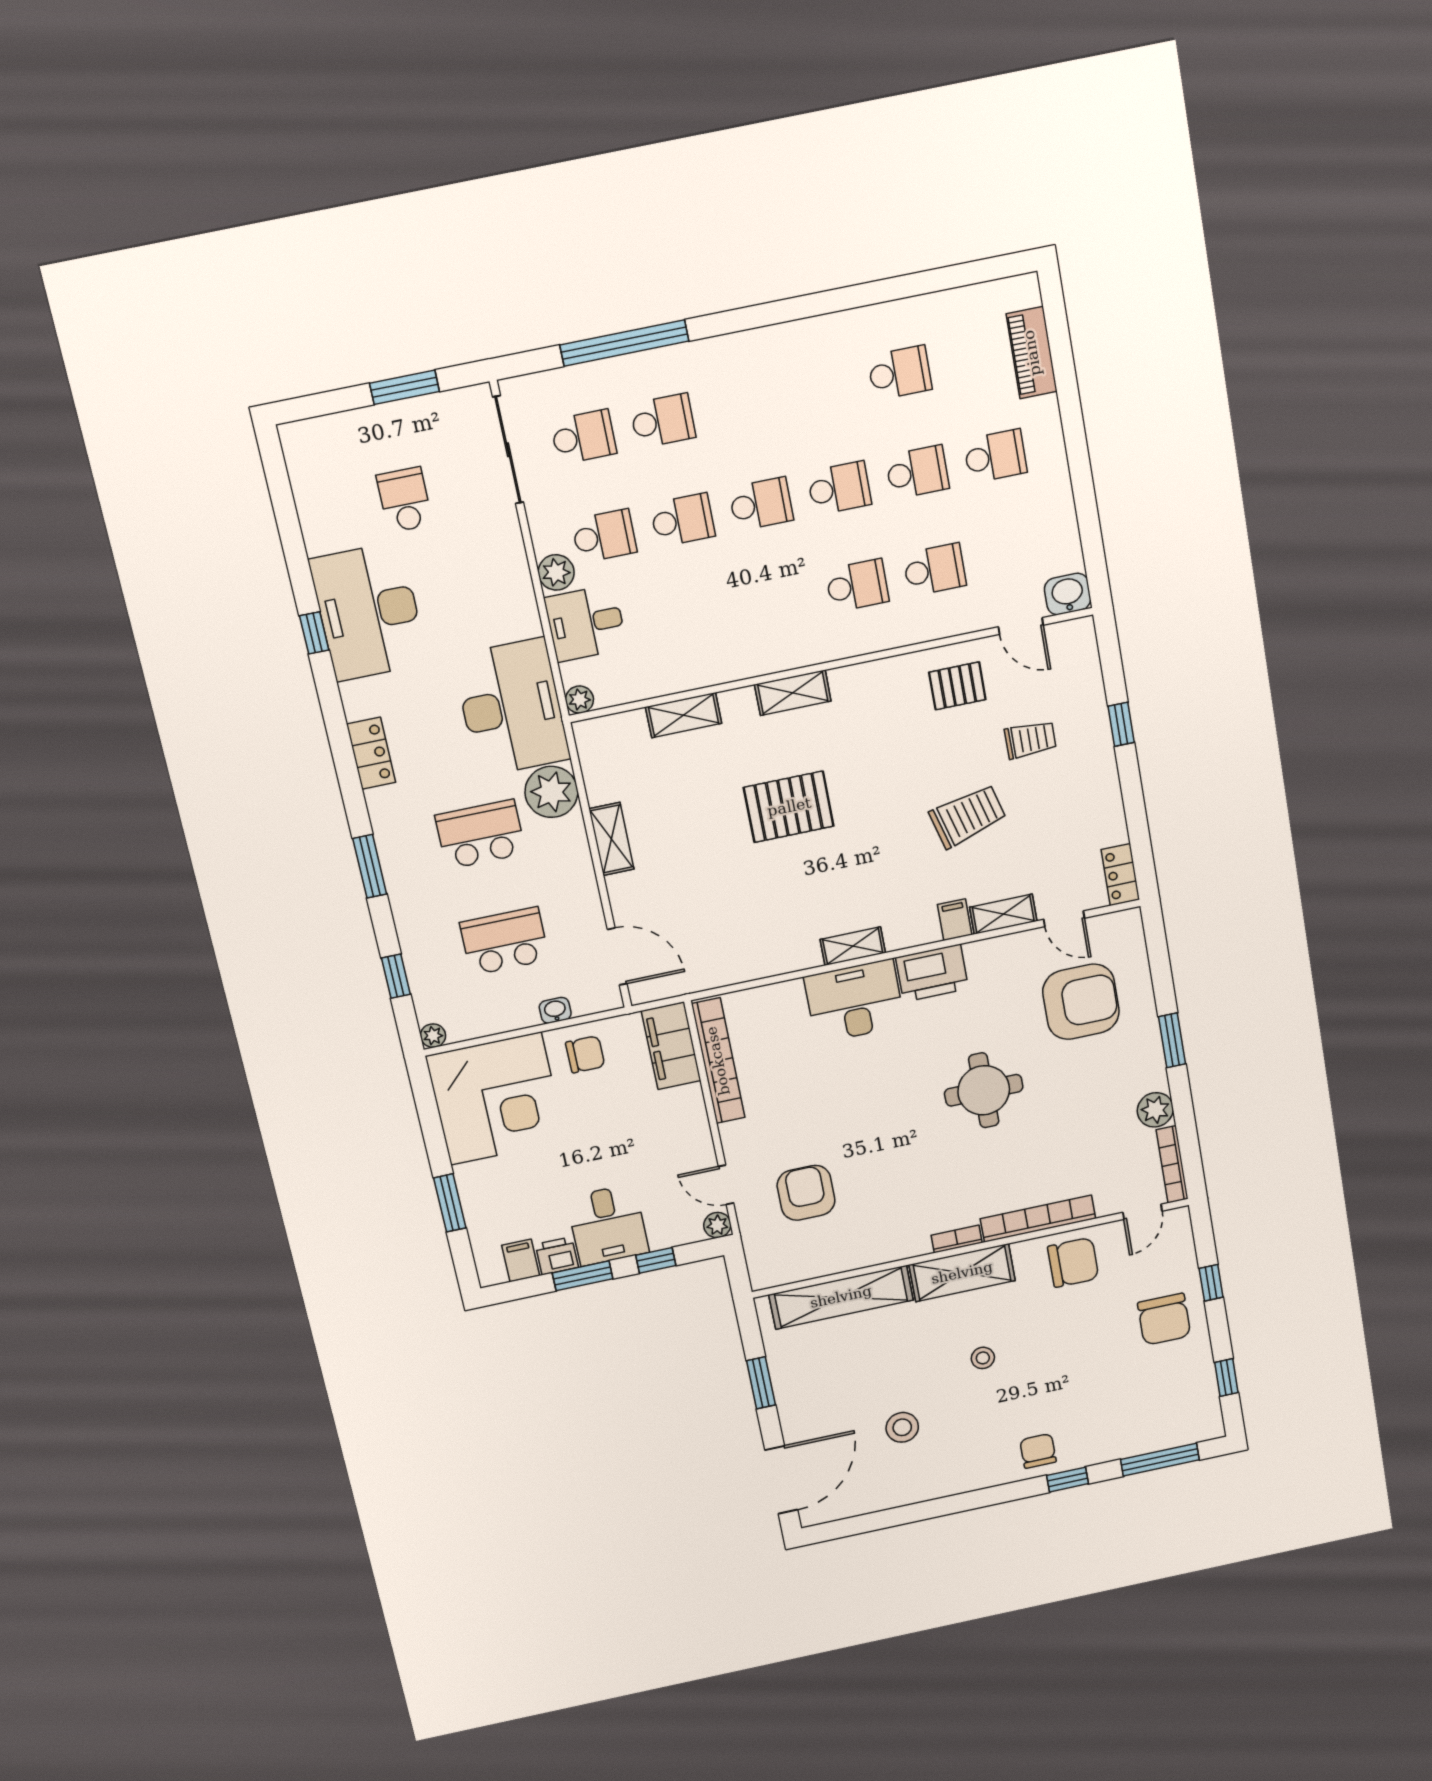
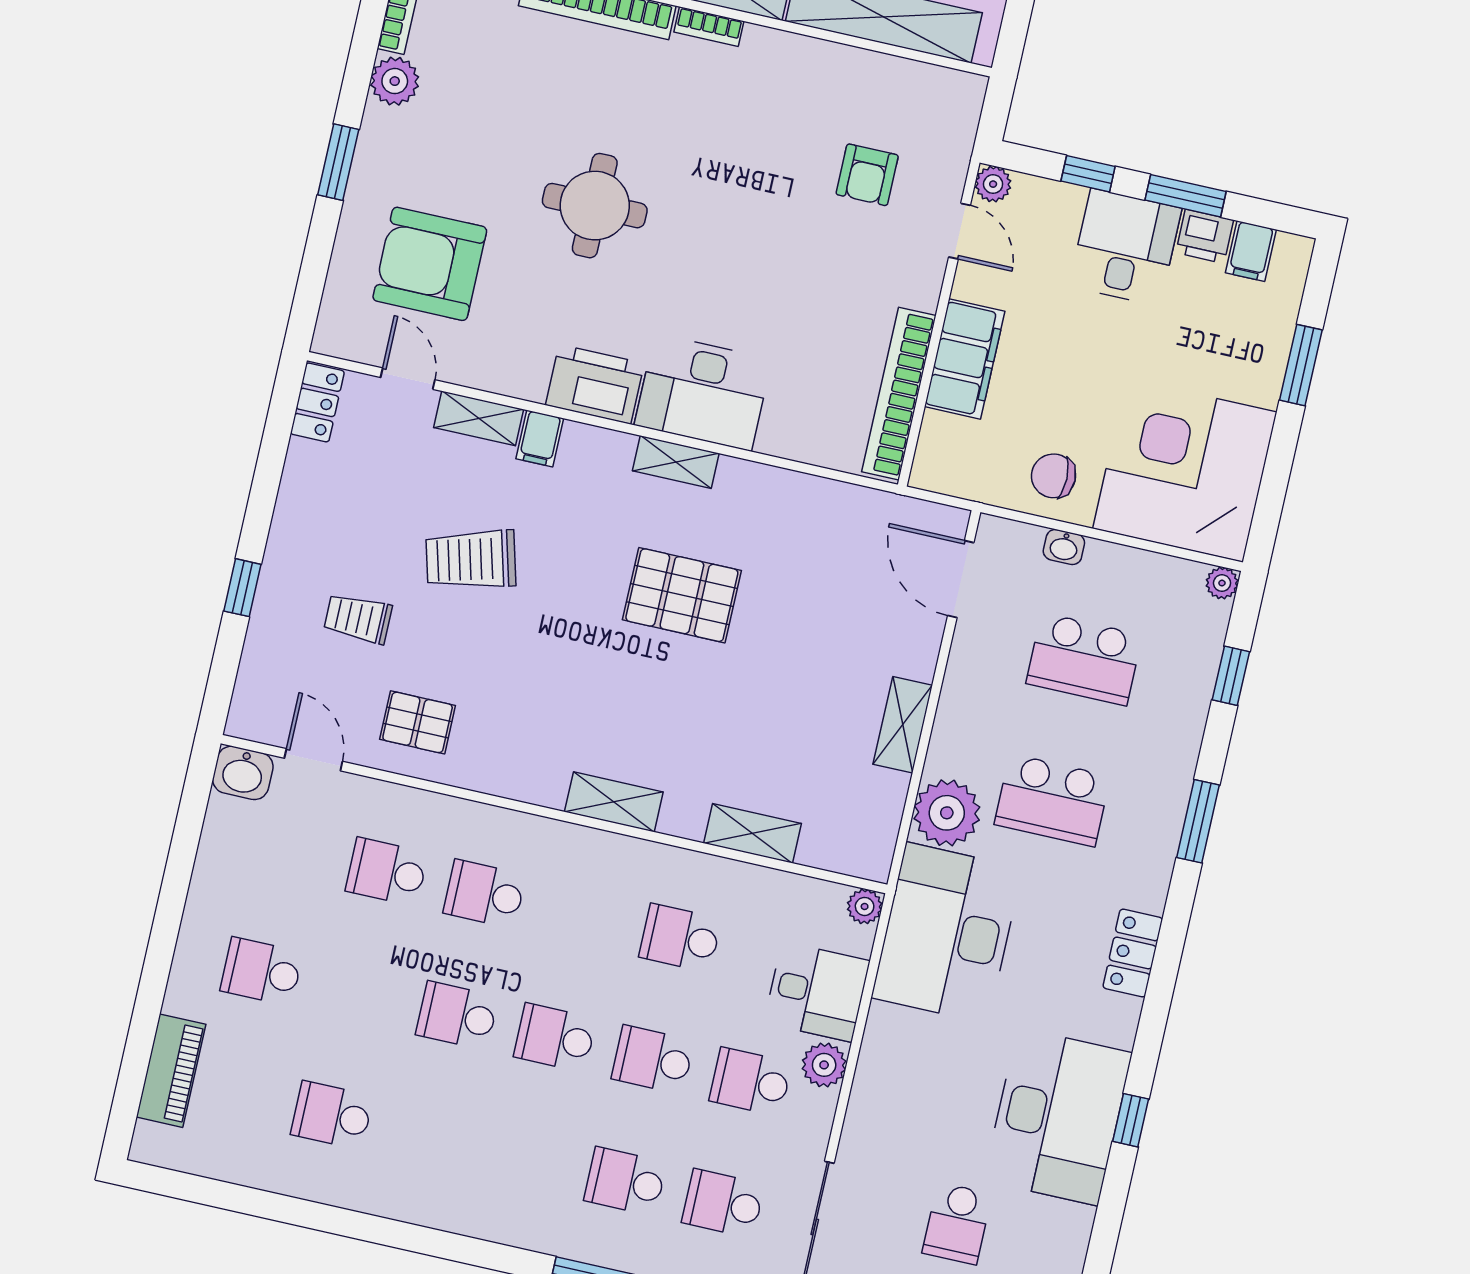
school desk: (917, 472) -> (680, 938), moved
pallet: (789, 807) -> (682, 595), moved
filing cabinet: (671, 1046) -> (965, 359), moved
armchair: (806, 1193) -> (867, 175), width x0.72, depth x0.72

